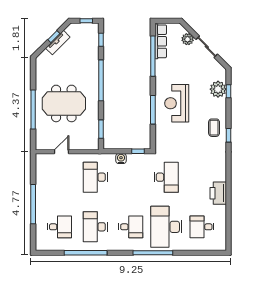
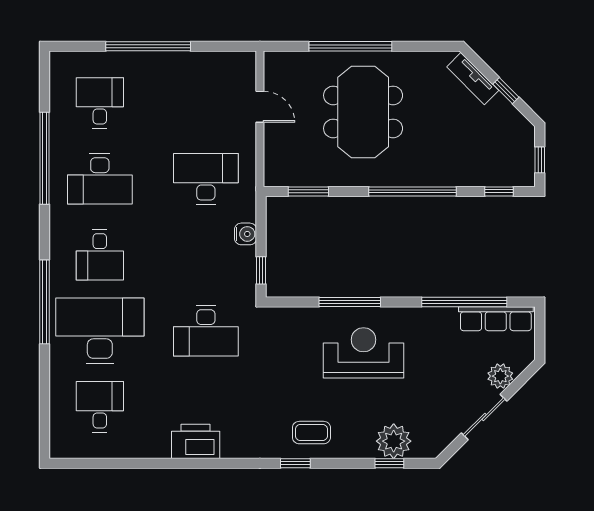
tv unit: (58, 43) -> (473, 79), moved
printer: (218, 193) -> (196, 441), moved
desk: (60, 227) -> (100, 103), turned 180
desk: (95, 227) -> (100, 179), turned 180

